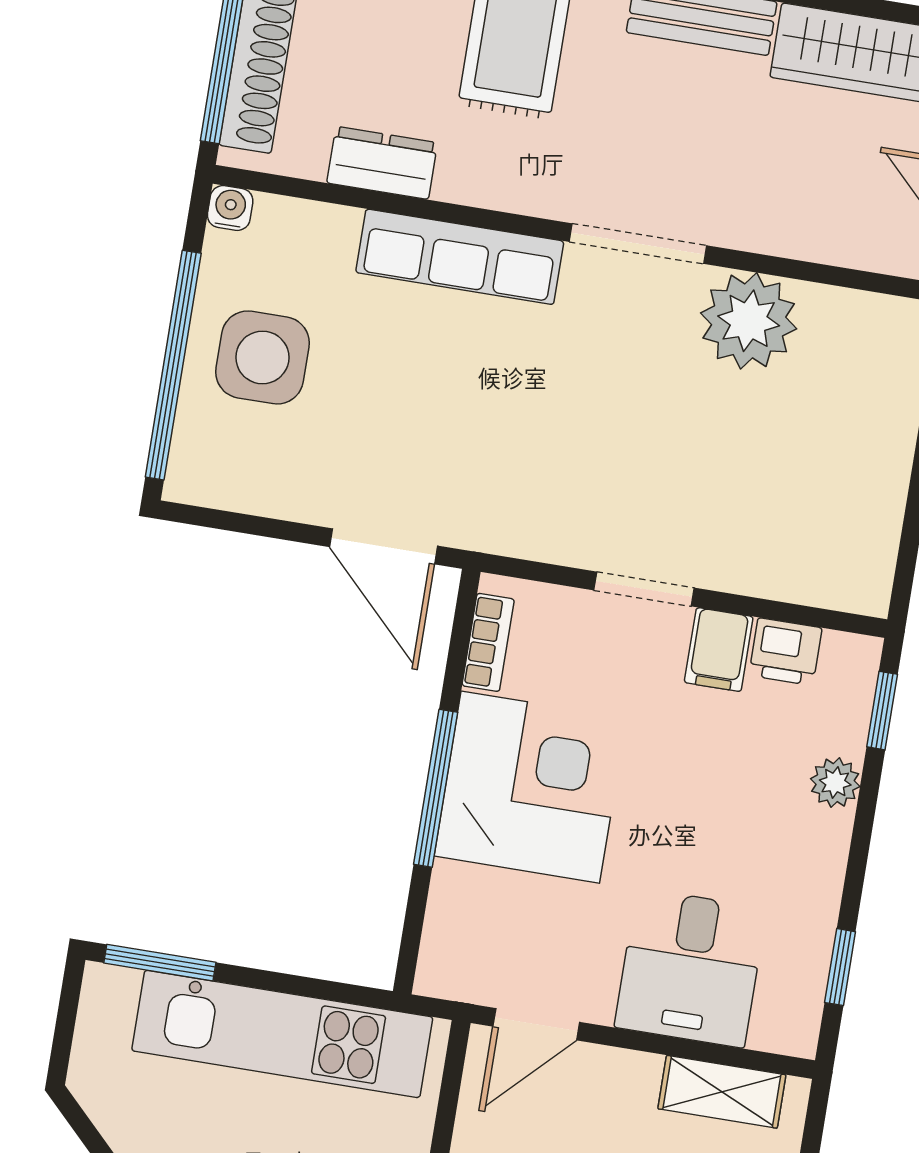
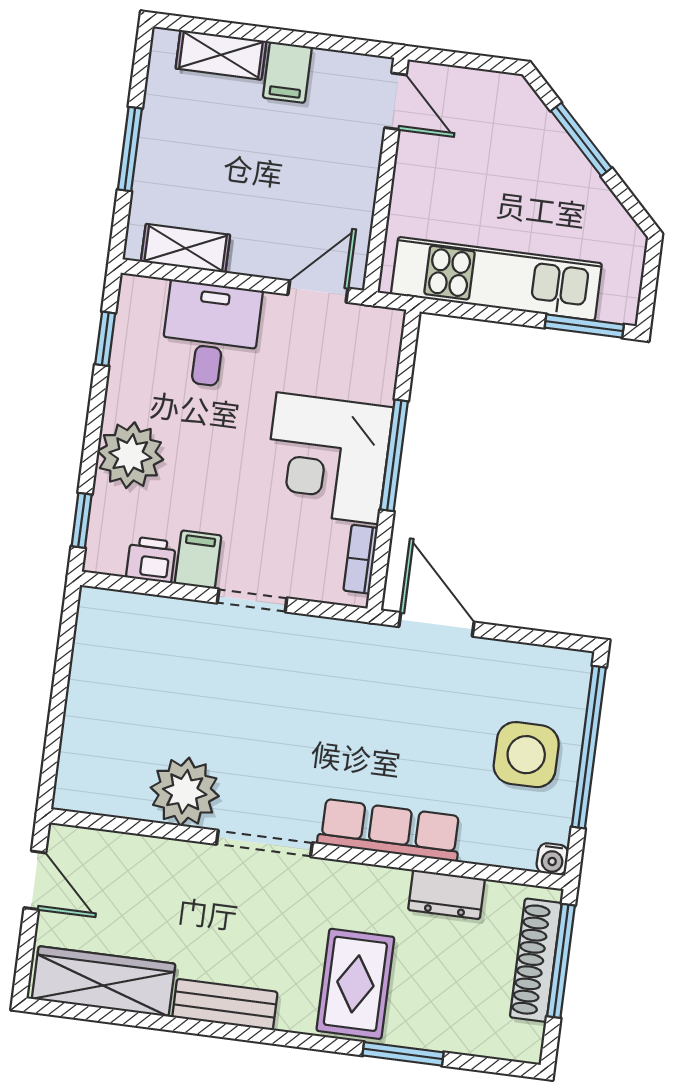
plant: (835, 783) -> (130, 455), width x1.88, depth x1.88

